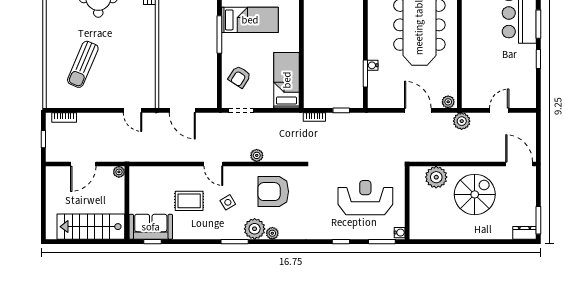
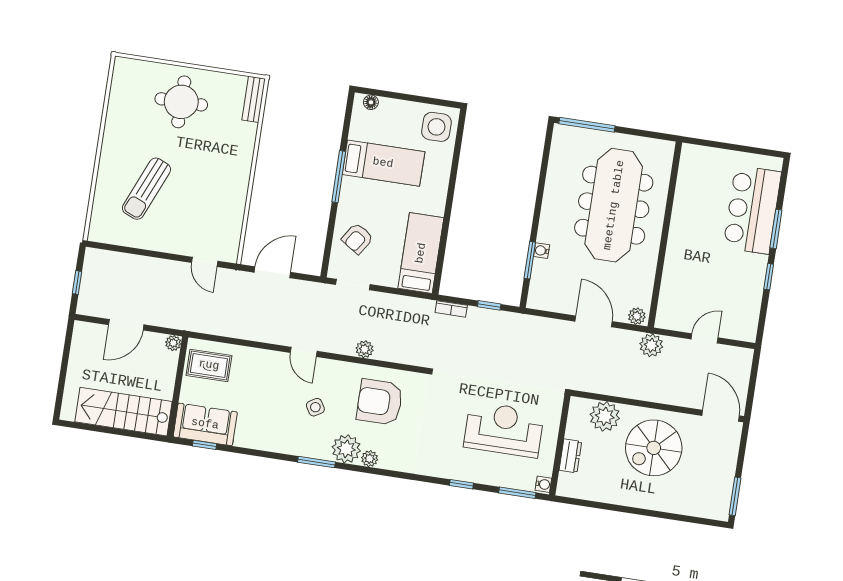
door: (182, 110) -> (272, 272), swing flipped
bookcase: (64, 117) -> (110, 257), removed
spiral stairs: (475, 194) -> (654, 448), turned 180
rug: (189, 201) -> (209, 365), moved
dresser: (525, 233) -> (570, 456), moved, turned 90

